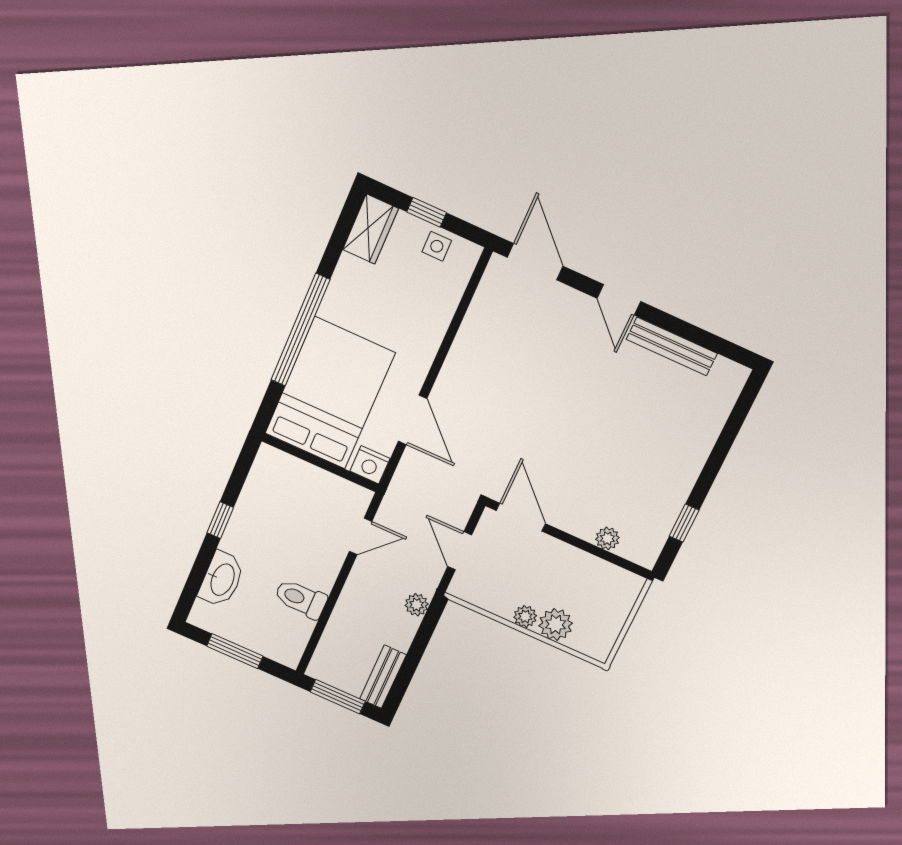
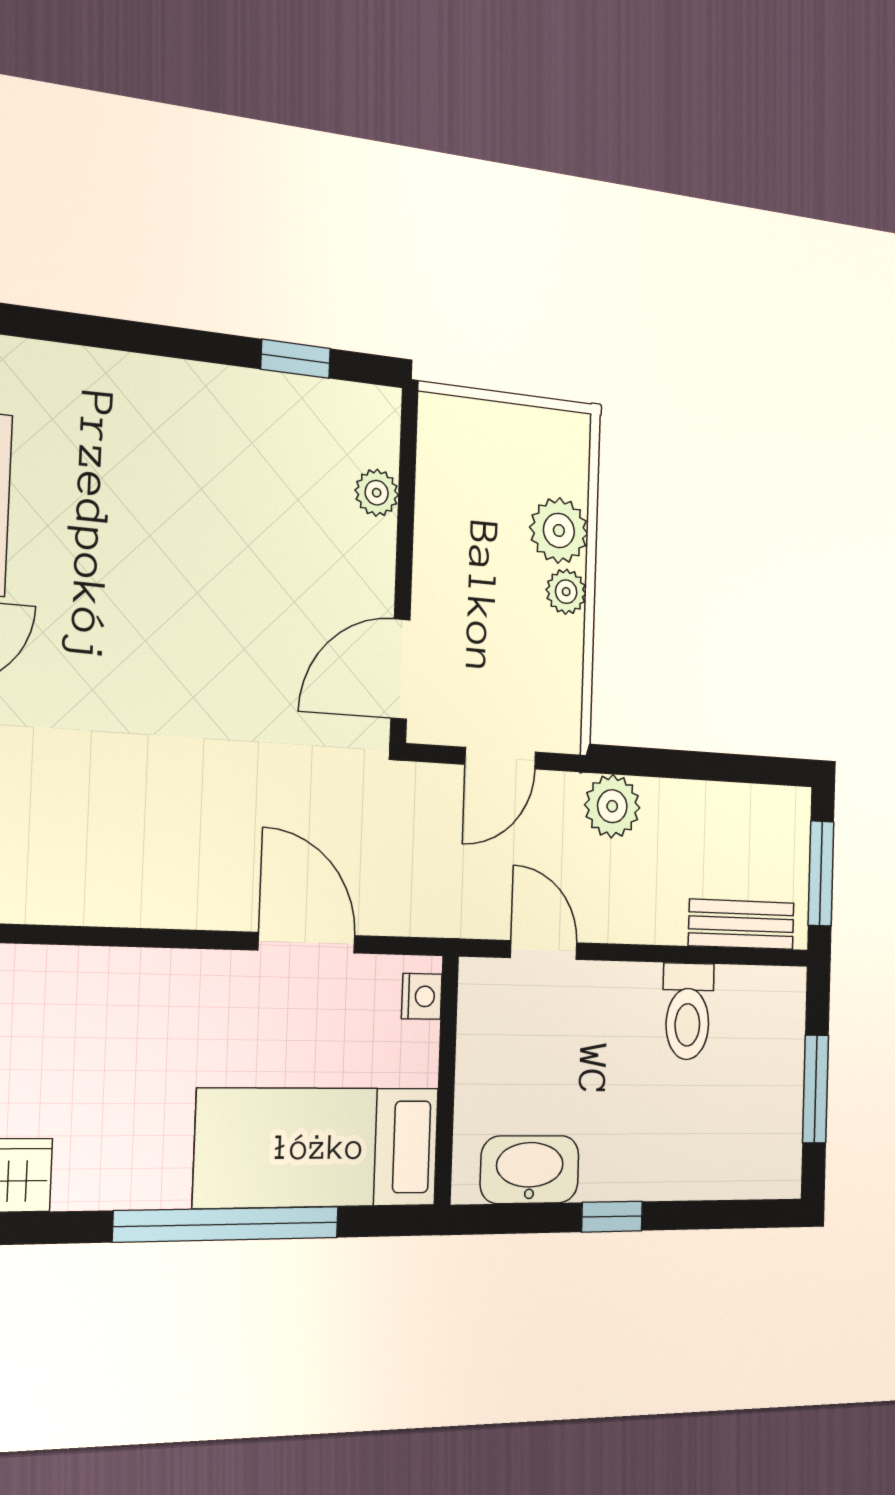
bed: (330, 393) -> (318, 1147), width x0.67
door: (413, 420) -> (307, 943), hinge flipped
nightstand: (370, 465) -> (422, 996), width x0.72, depth x0.74
washbasin: (222, 579) -> (530, 1169), moved
plant: (417, 605) -> (612, 806), width x1.38, depth x1.38
bench: (383, 677) -> (741, 924), moved

